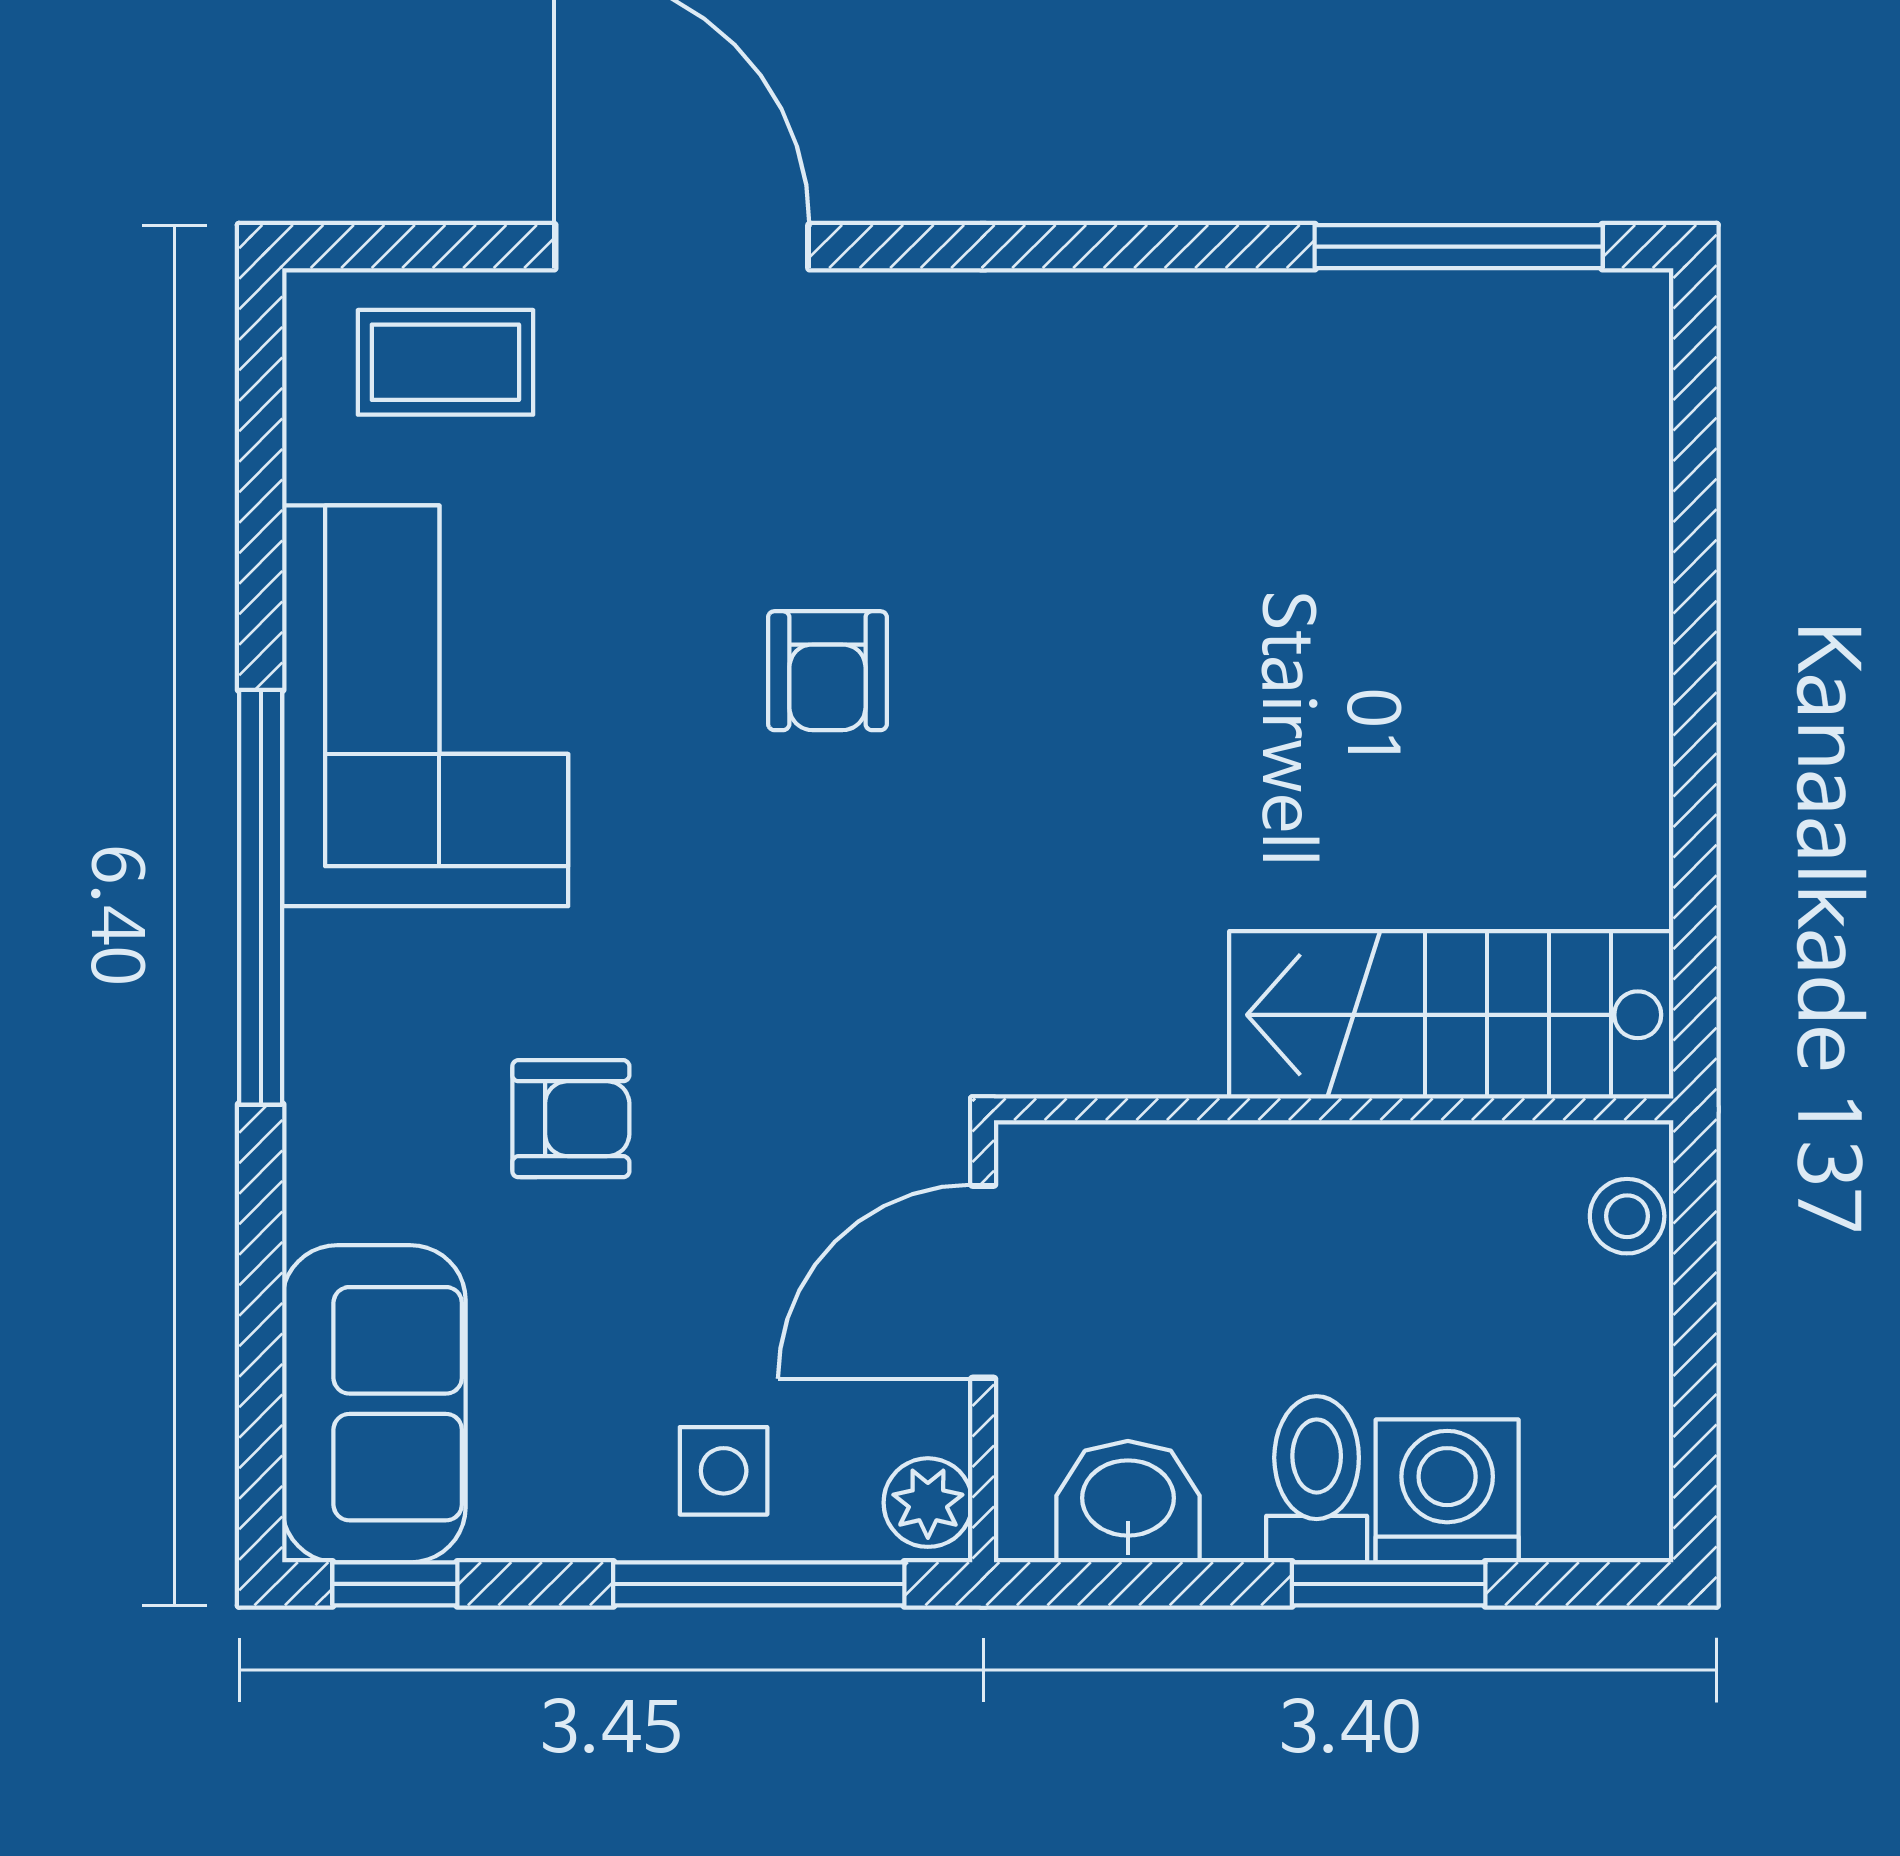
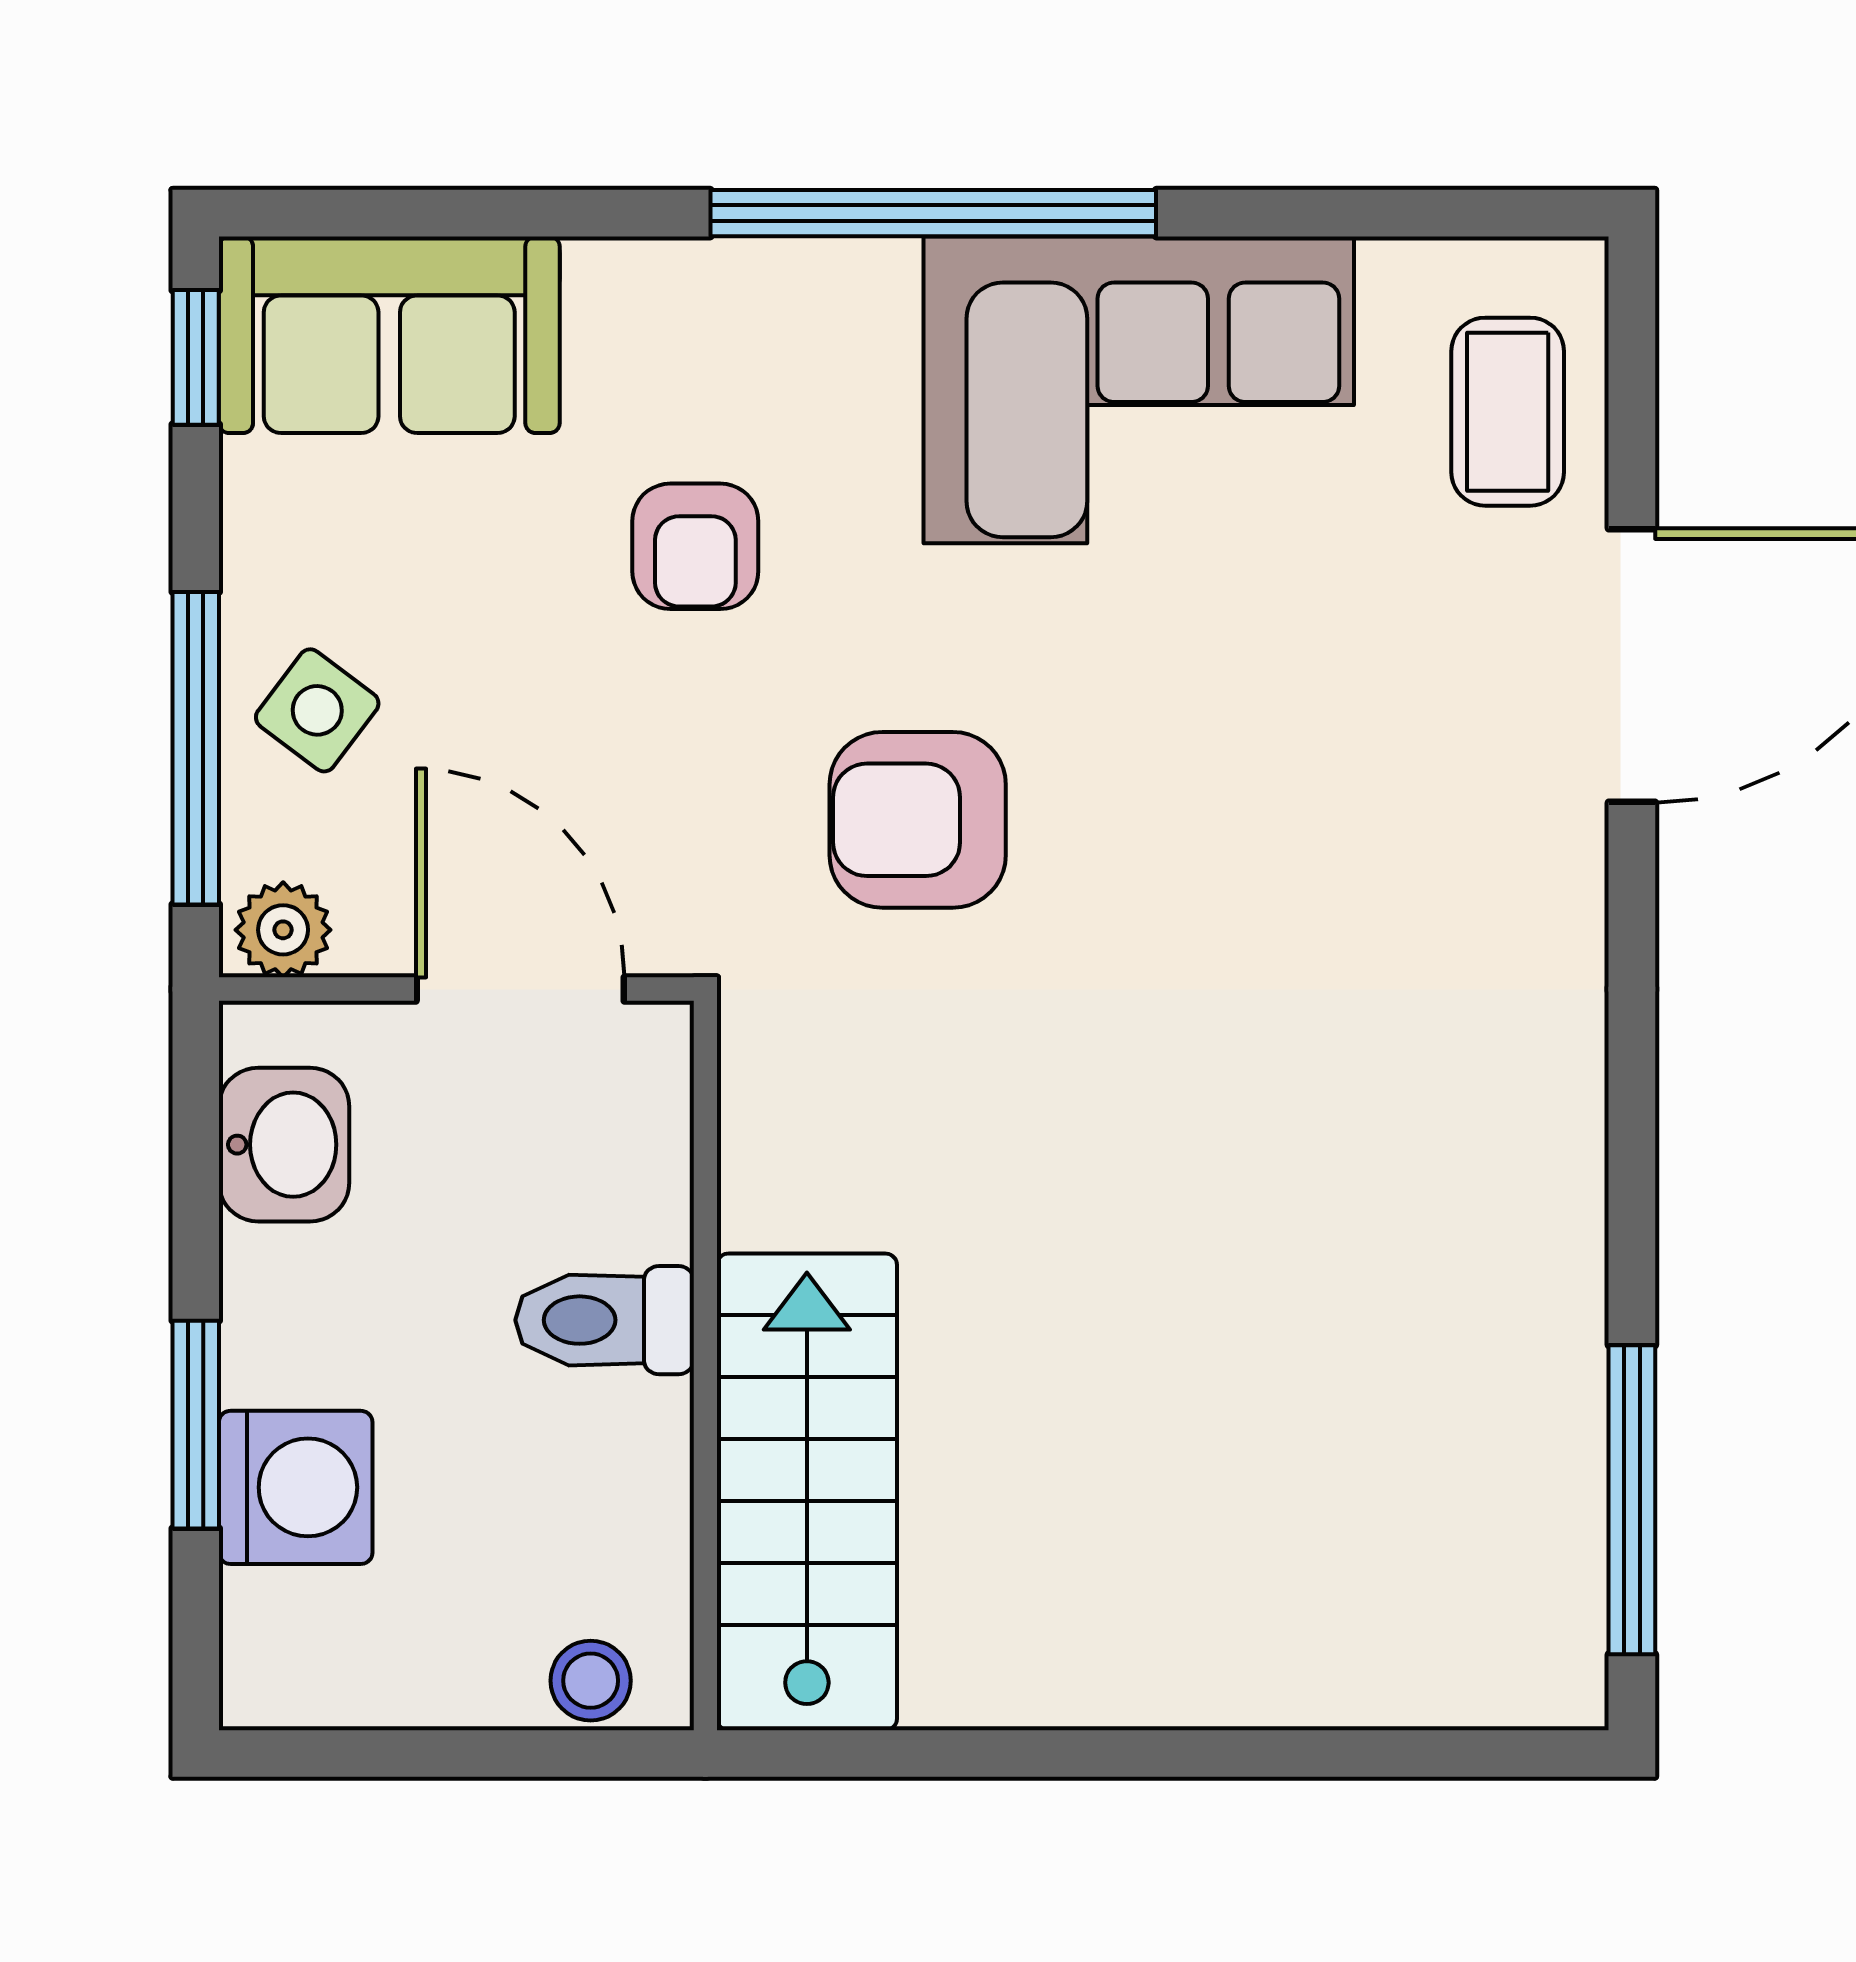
armchair: (827, 671) -> (918, 820), moved, width x1.38, depth x1.38
side table: (724, 1471) -> (317, 710), turned 37
toilet: (1317, 1479) -> (605, 1320), moved, turned 180

